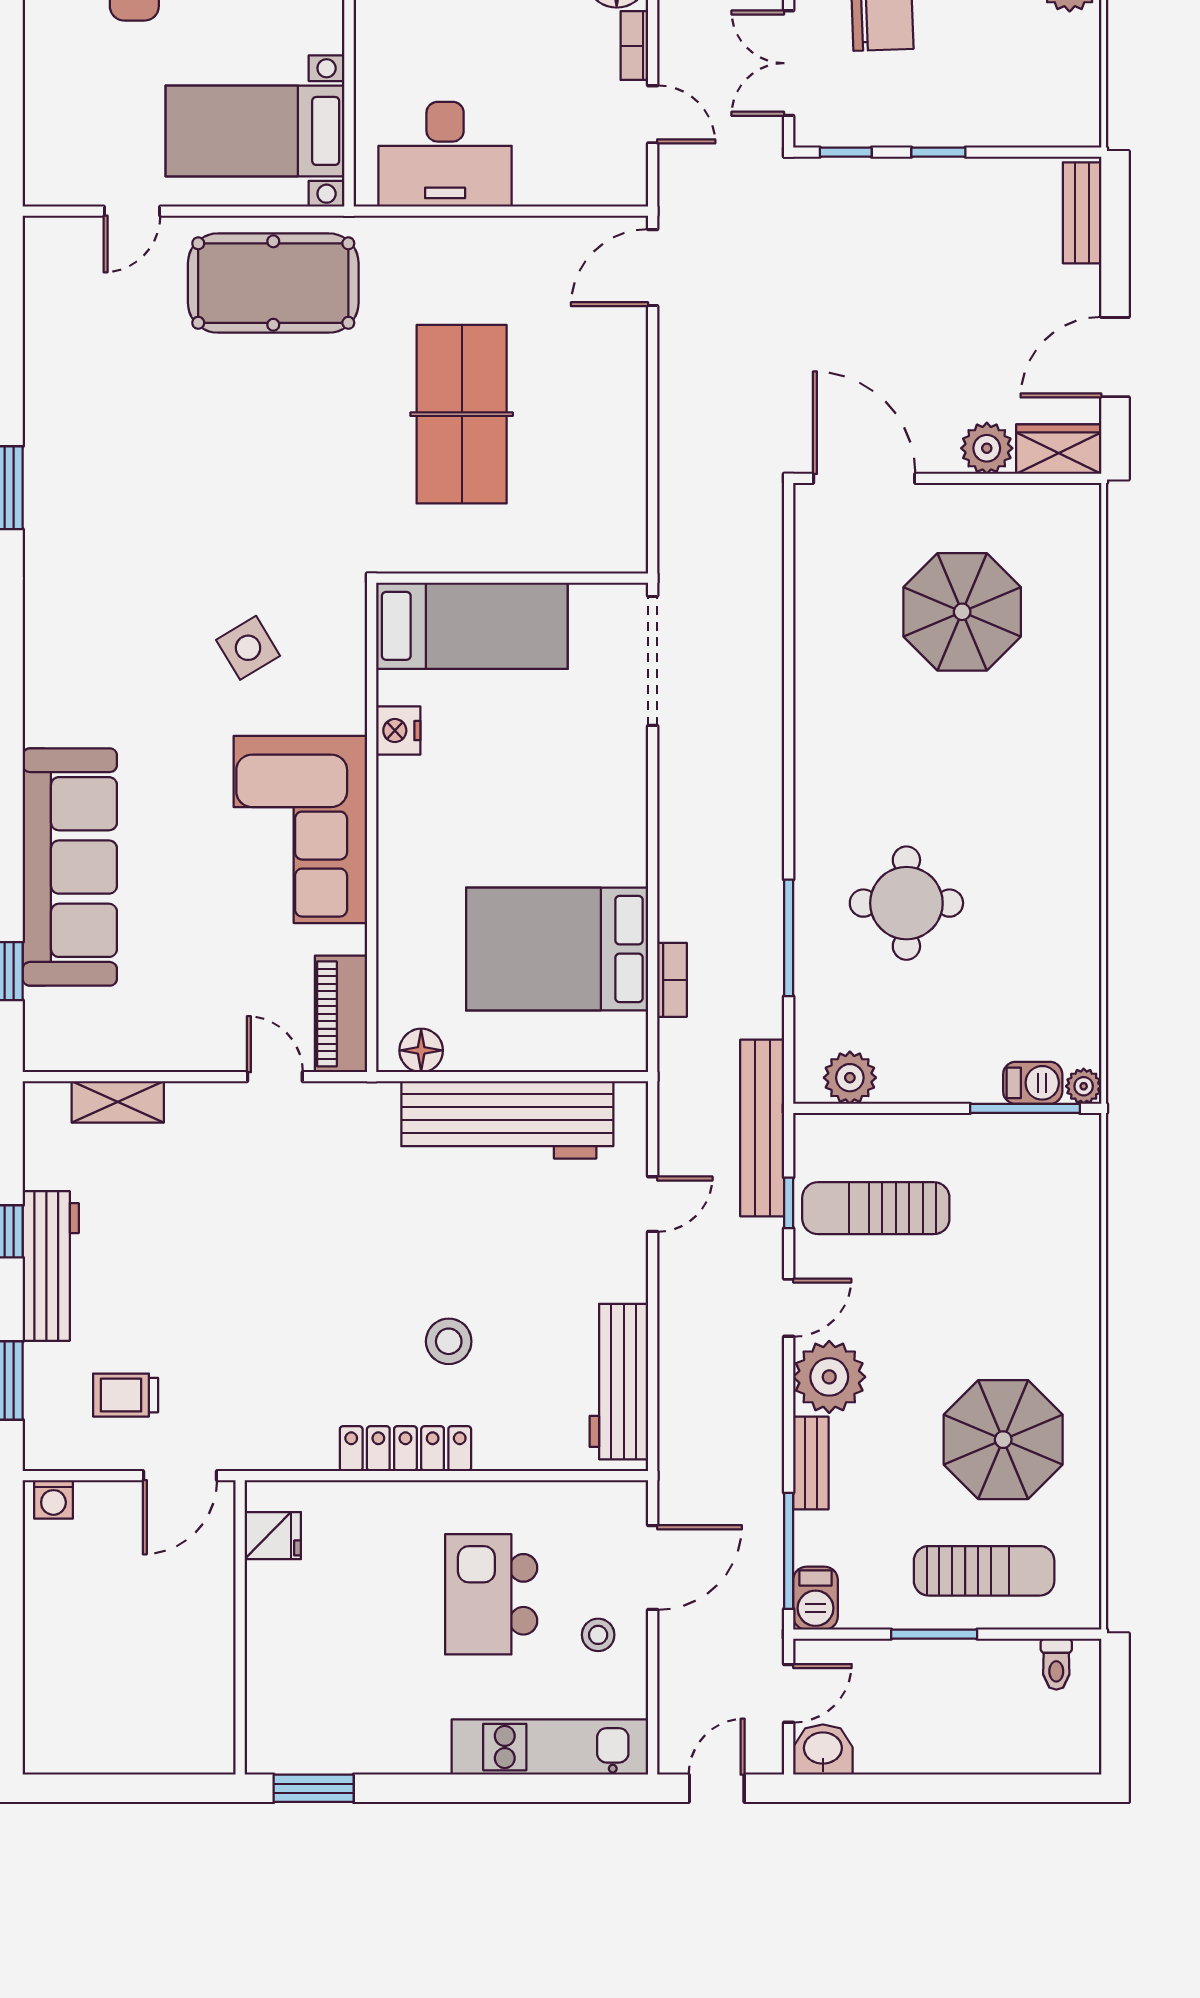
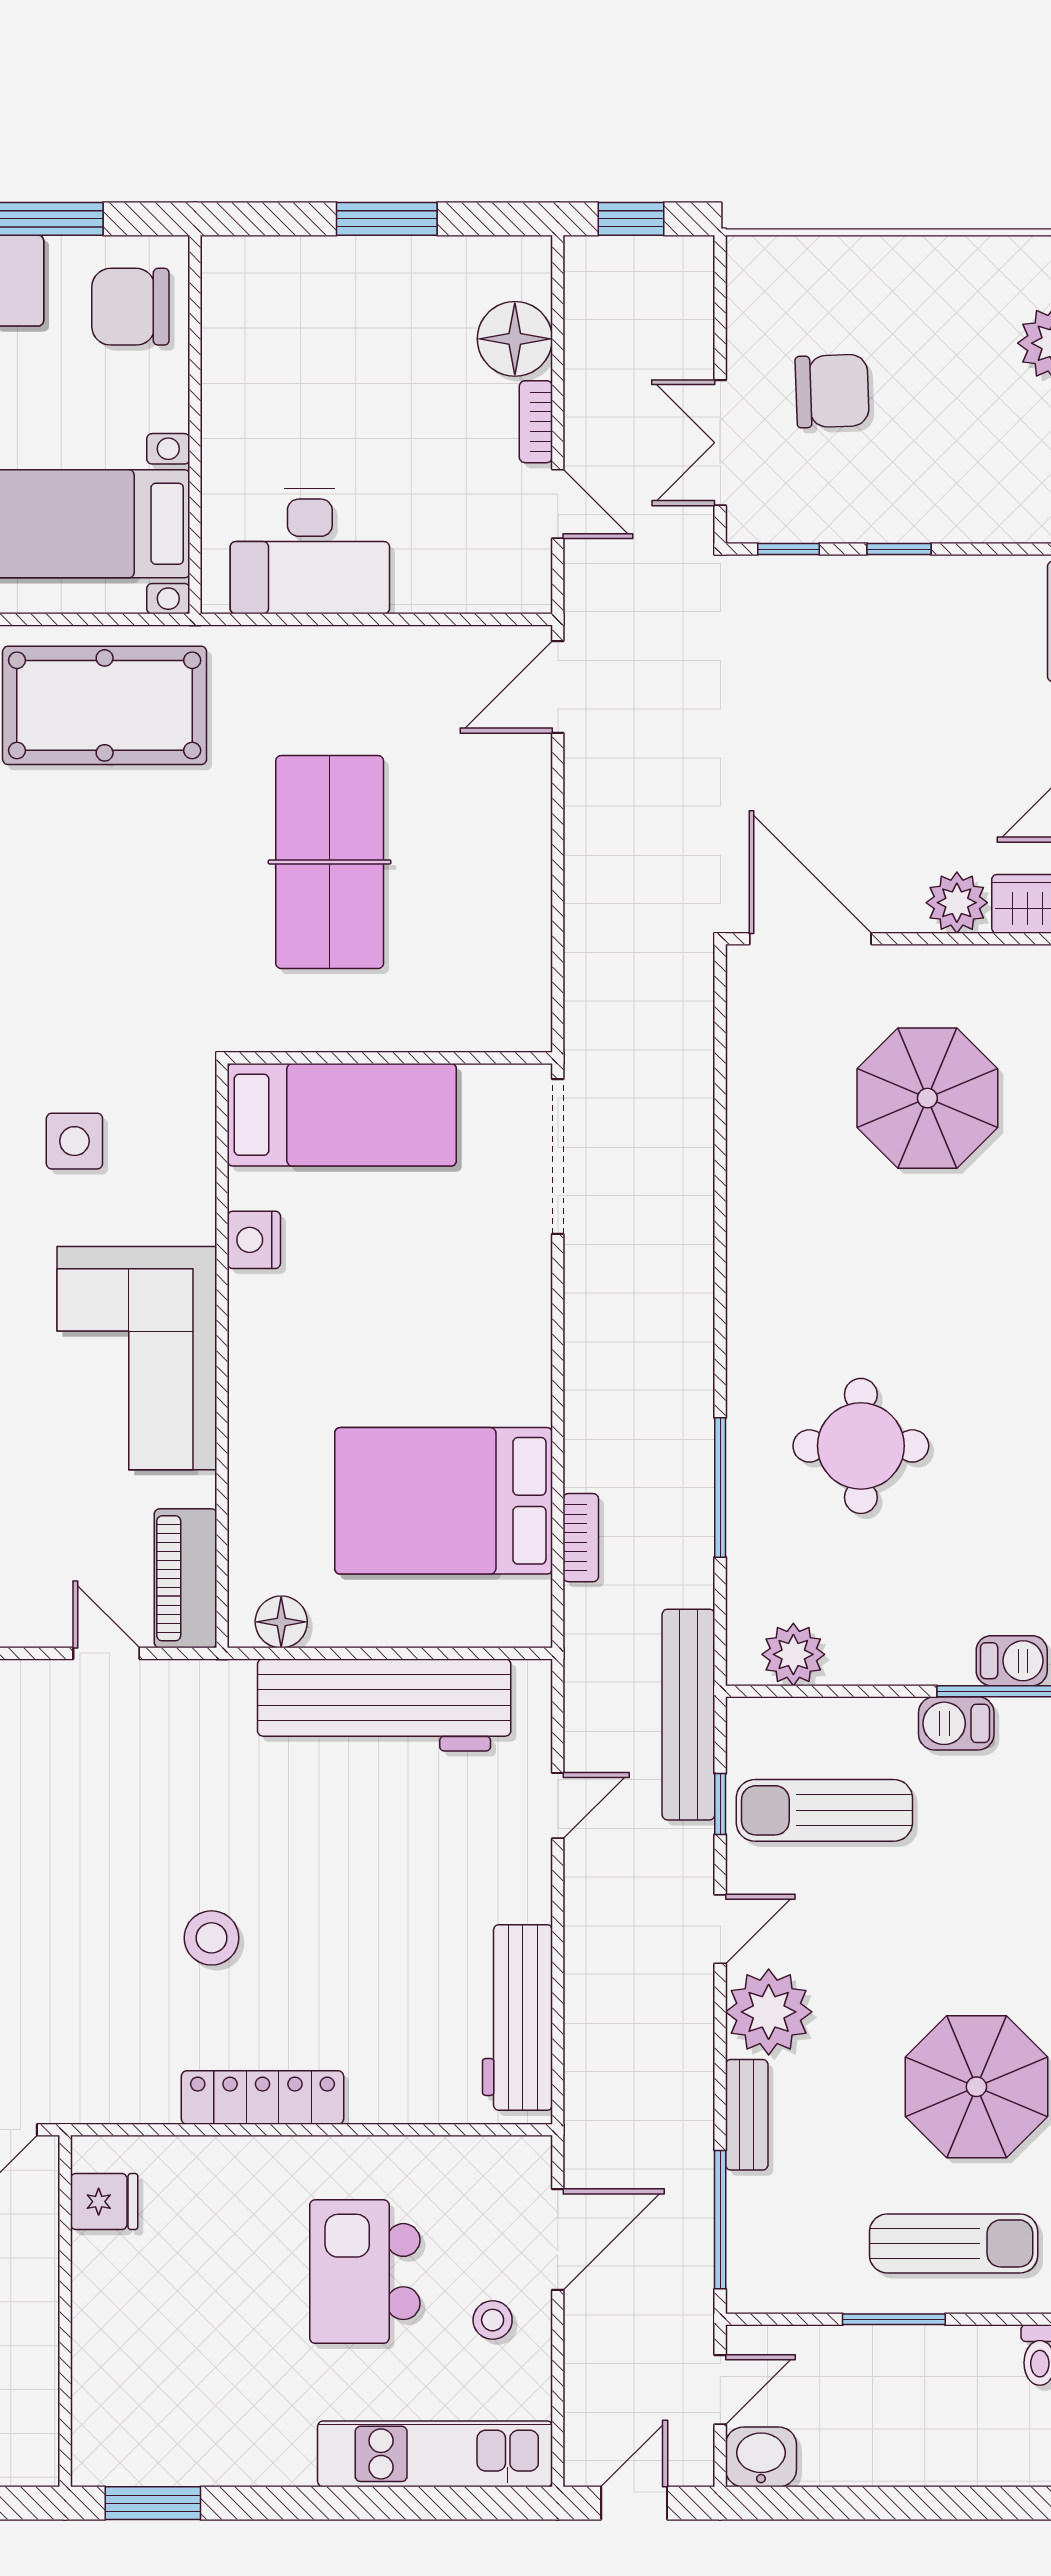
side table: (248, 648) -> (74, 1141), turned 31
stool: (449, 1341) -> (211, 1938), moved
barbecue: (816, 1598) -> (956, 1723), moved, turned 90

